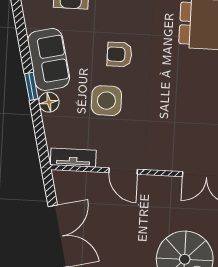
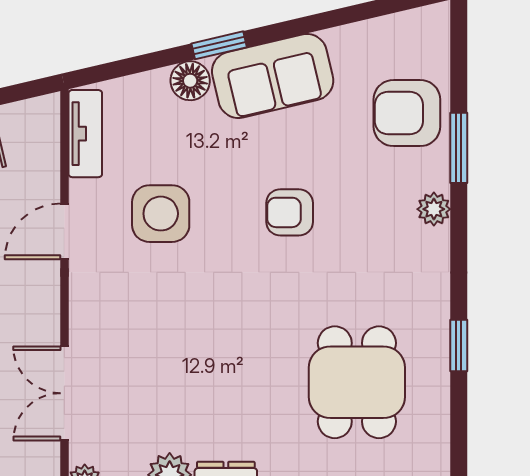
armchair: (119, 54) -> (290, 212), turned -90
side table: (106, 101) -> (161, 214), moved

